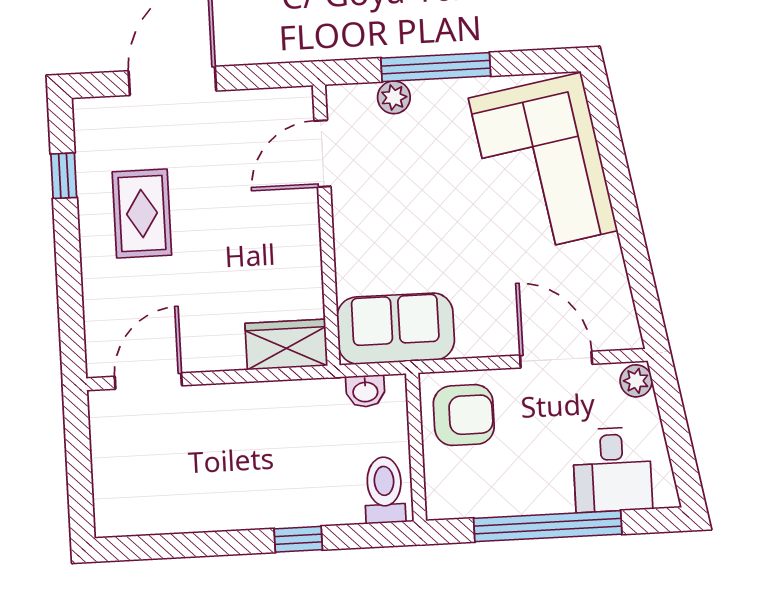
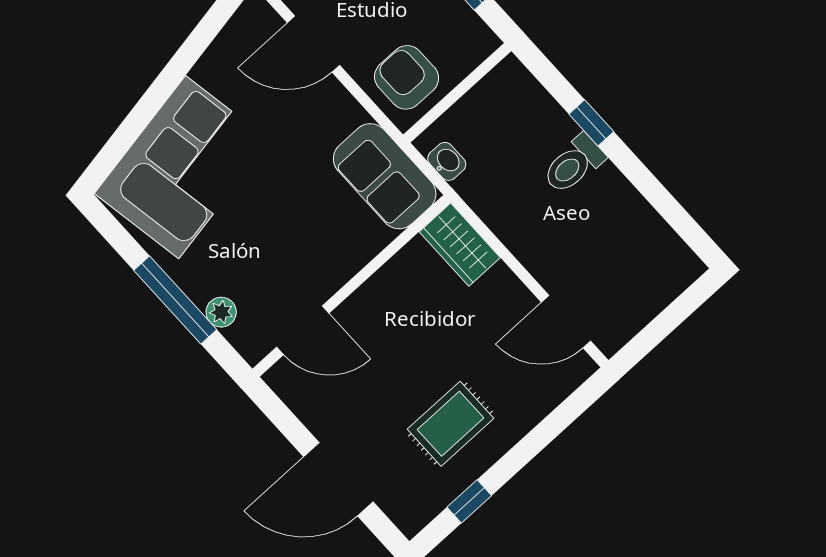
door: (556, 360) -> (313, 44), hinge flipped
toilet: (384, 490) -> (574, 164), moved

